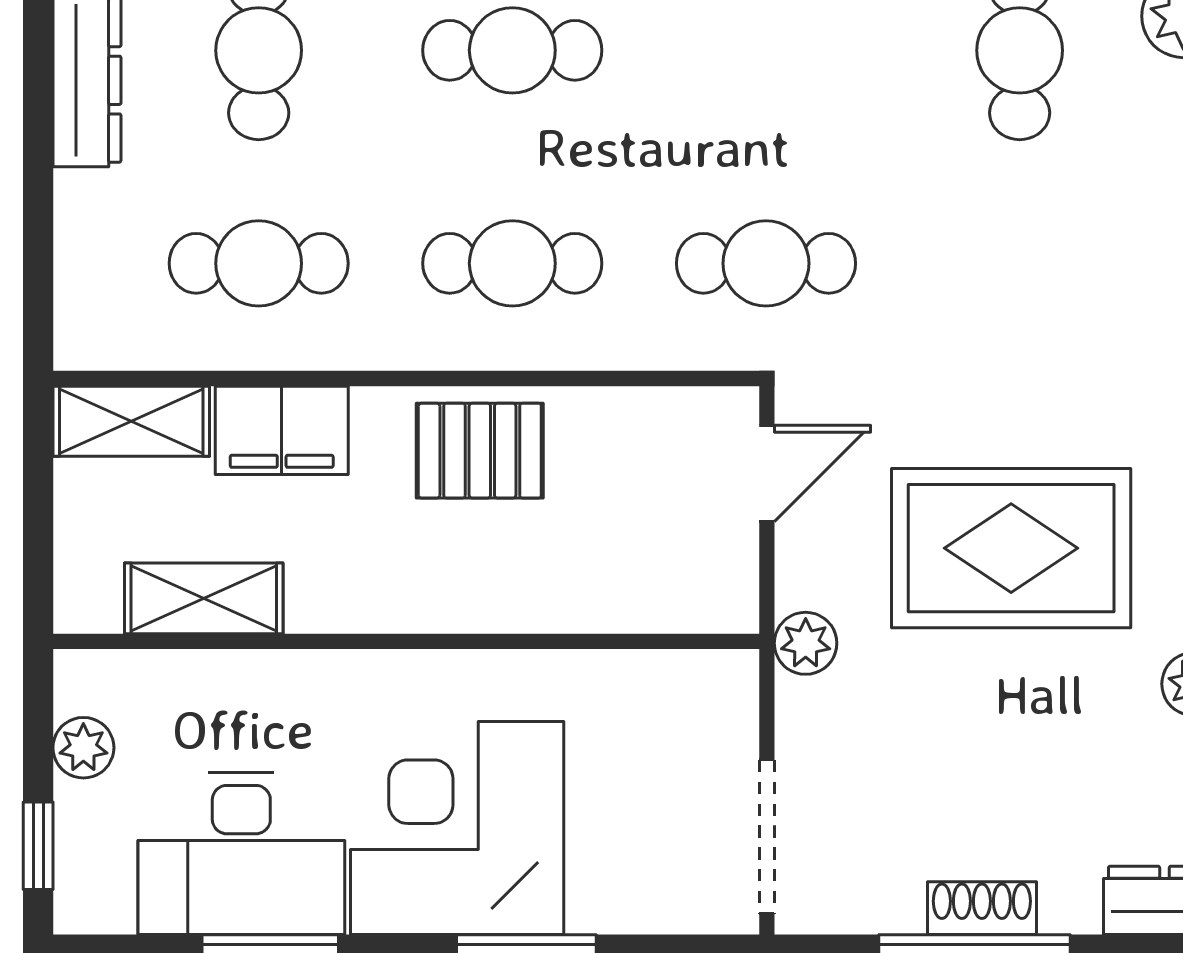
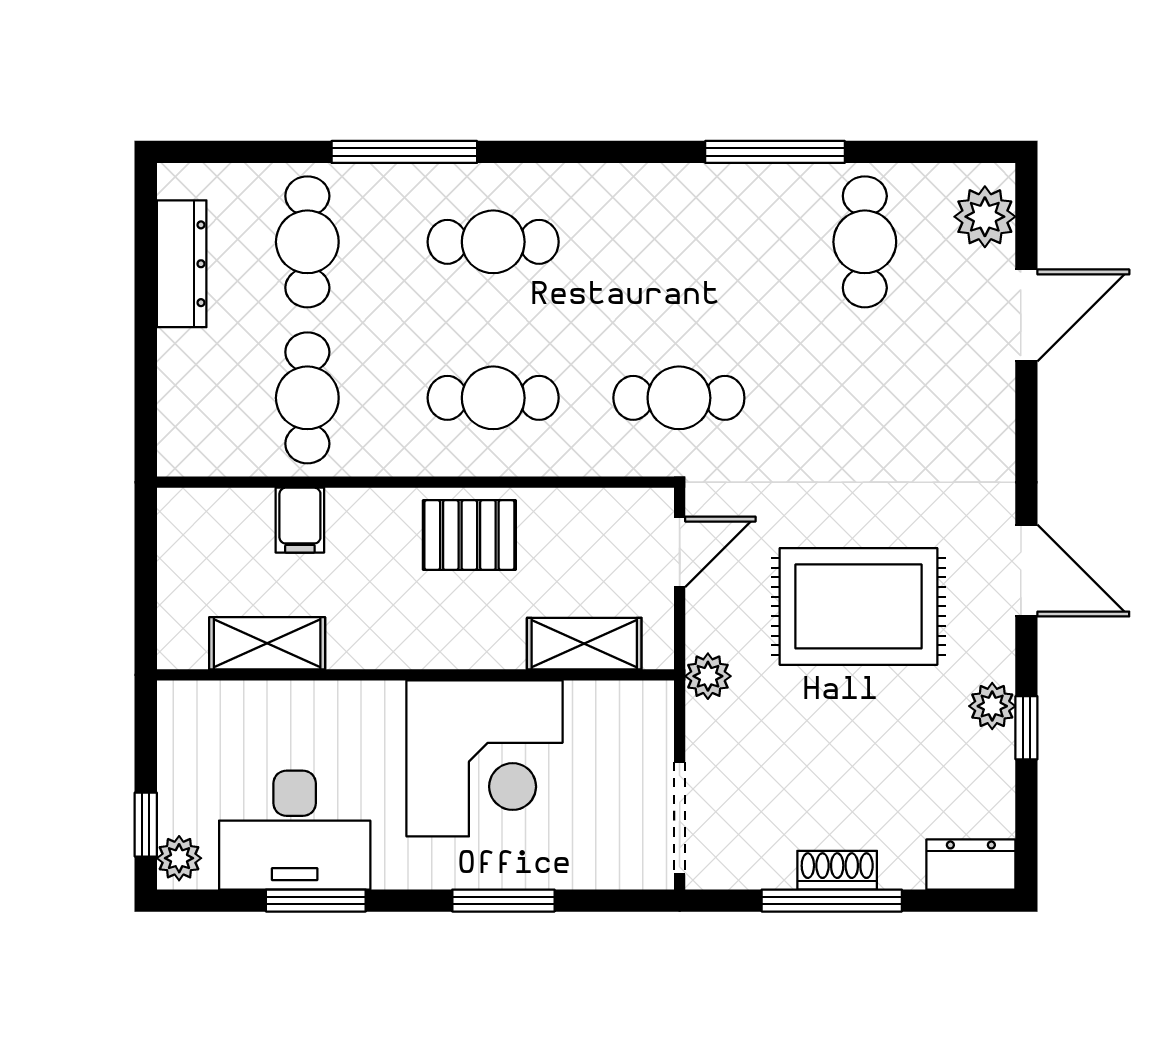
cafe table: (259, 263) -> (307, 398), turned 90
shelving: (131, 421) -> (584, 644), moved
filing cabinet: (282, 430) -> (300, 520), width x0.50
plant: (83, 748) -> (179, 858), moved
corner desk: (457, 828) -> (485, 758), moved, turned 180

